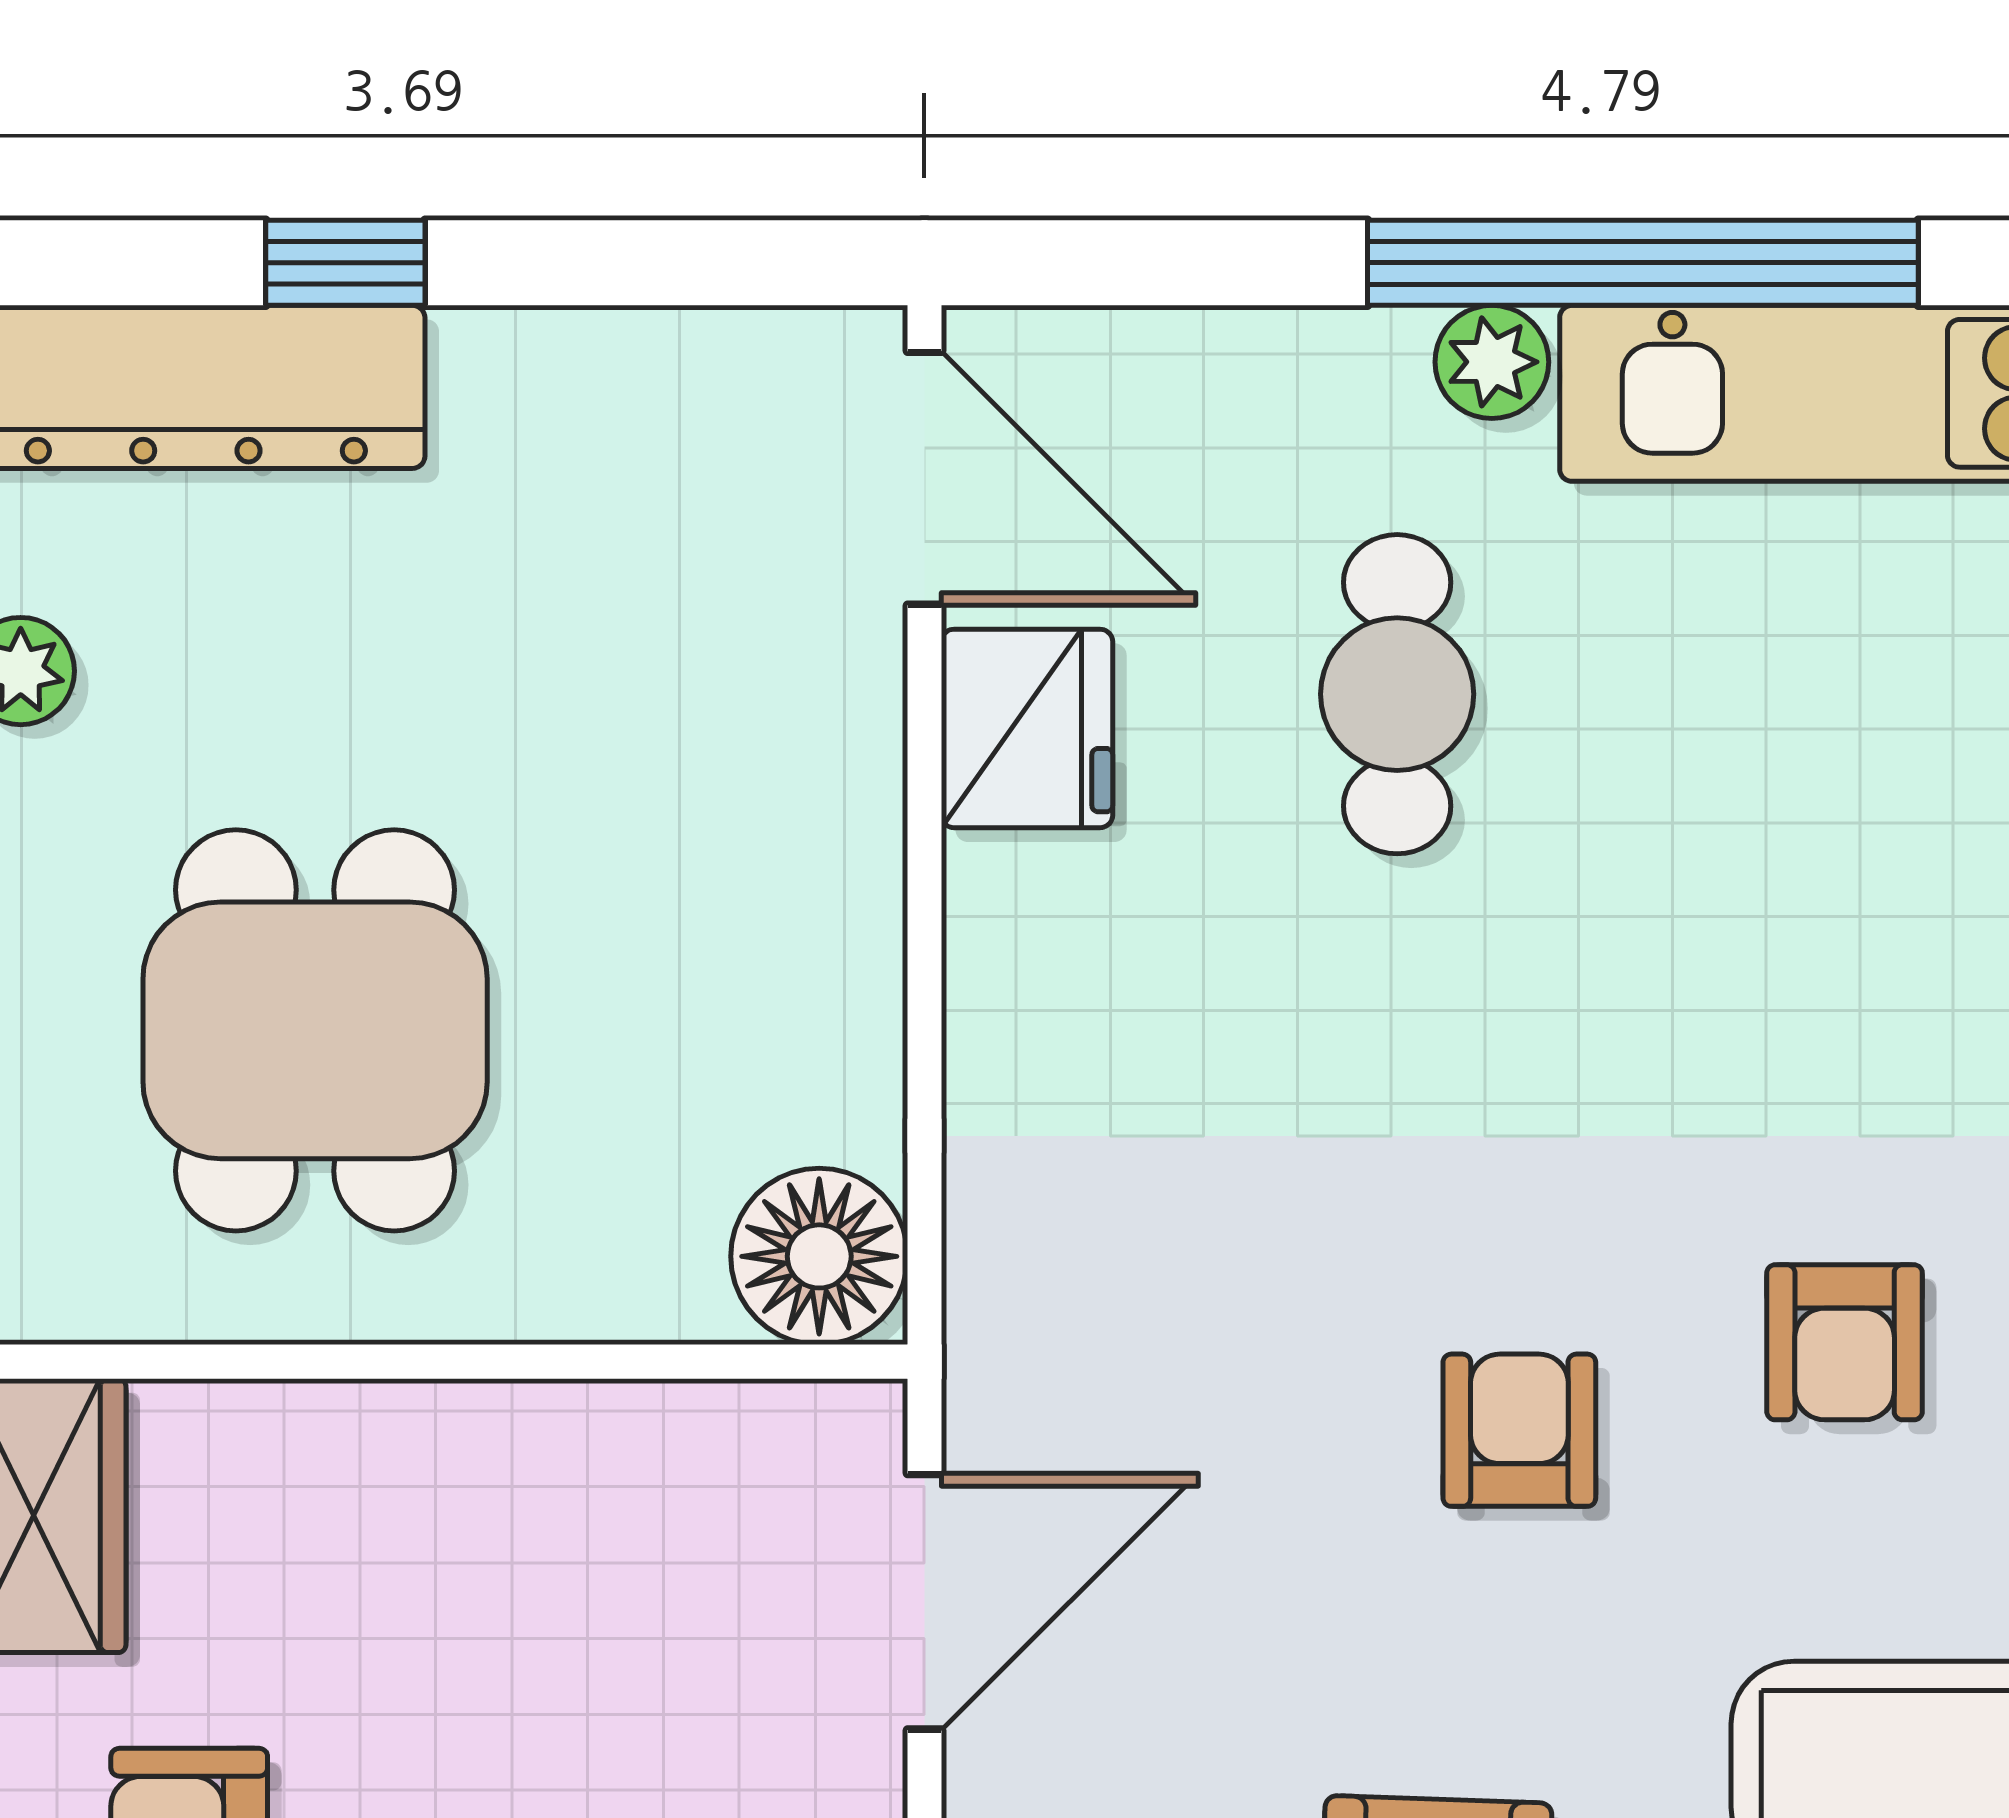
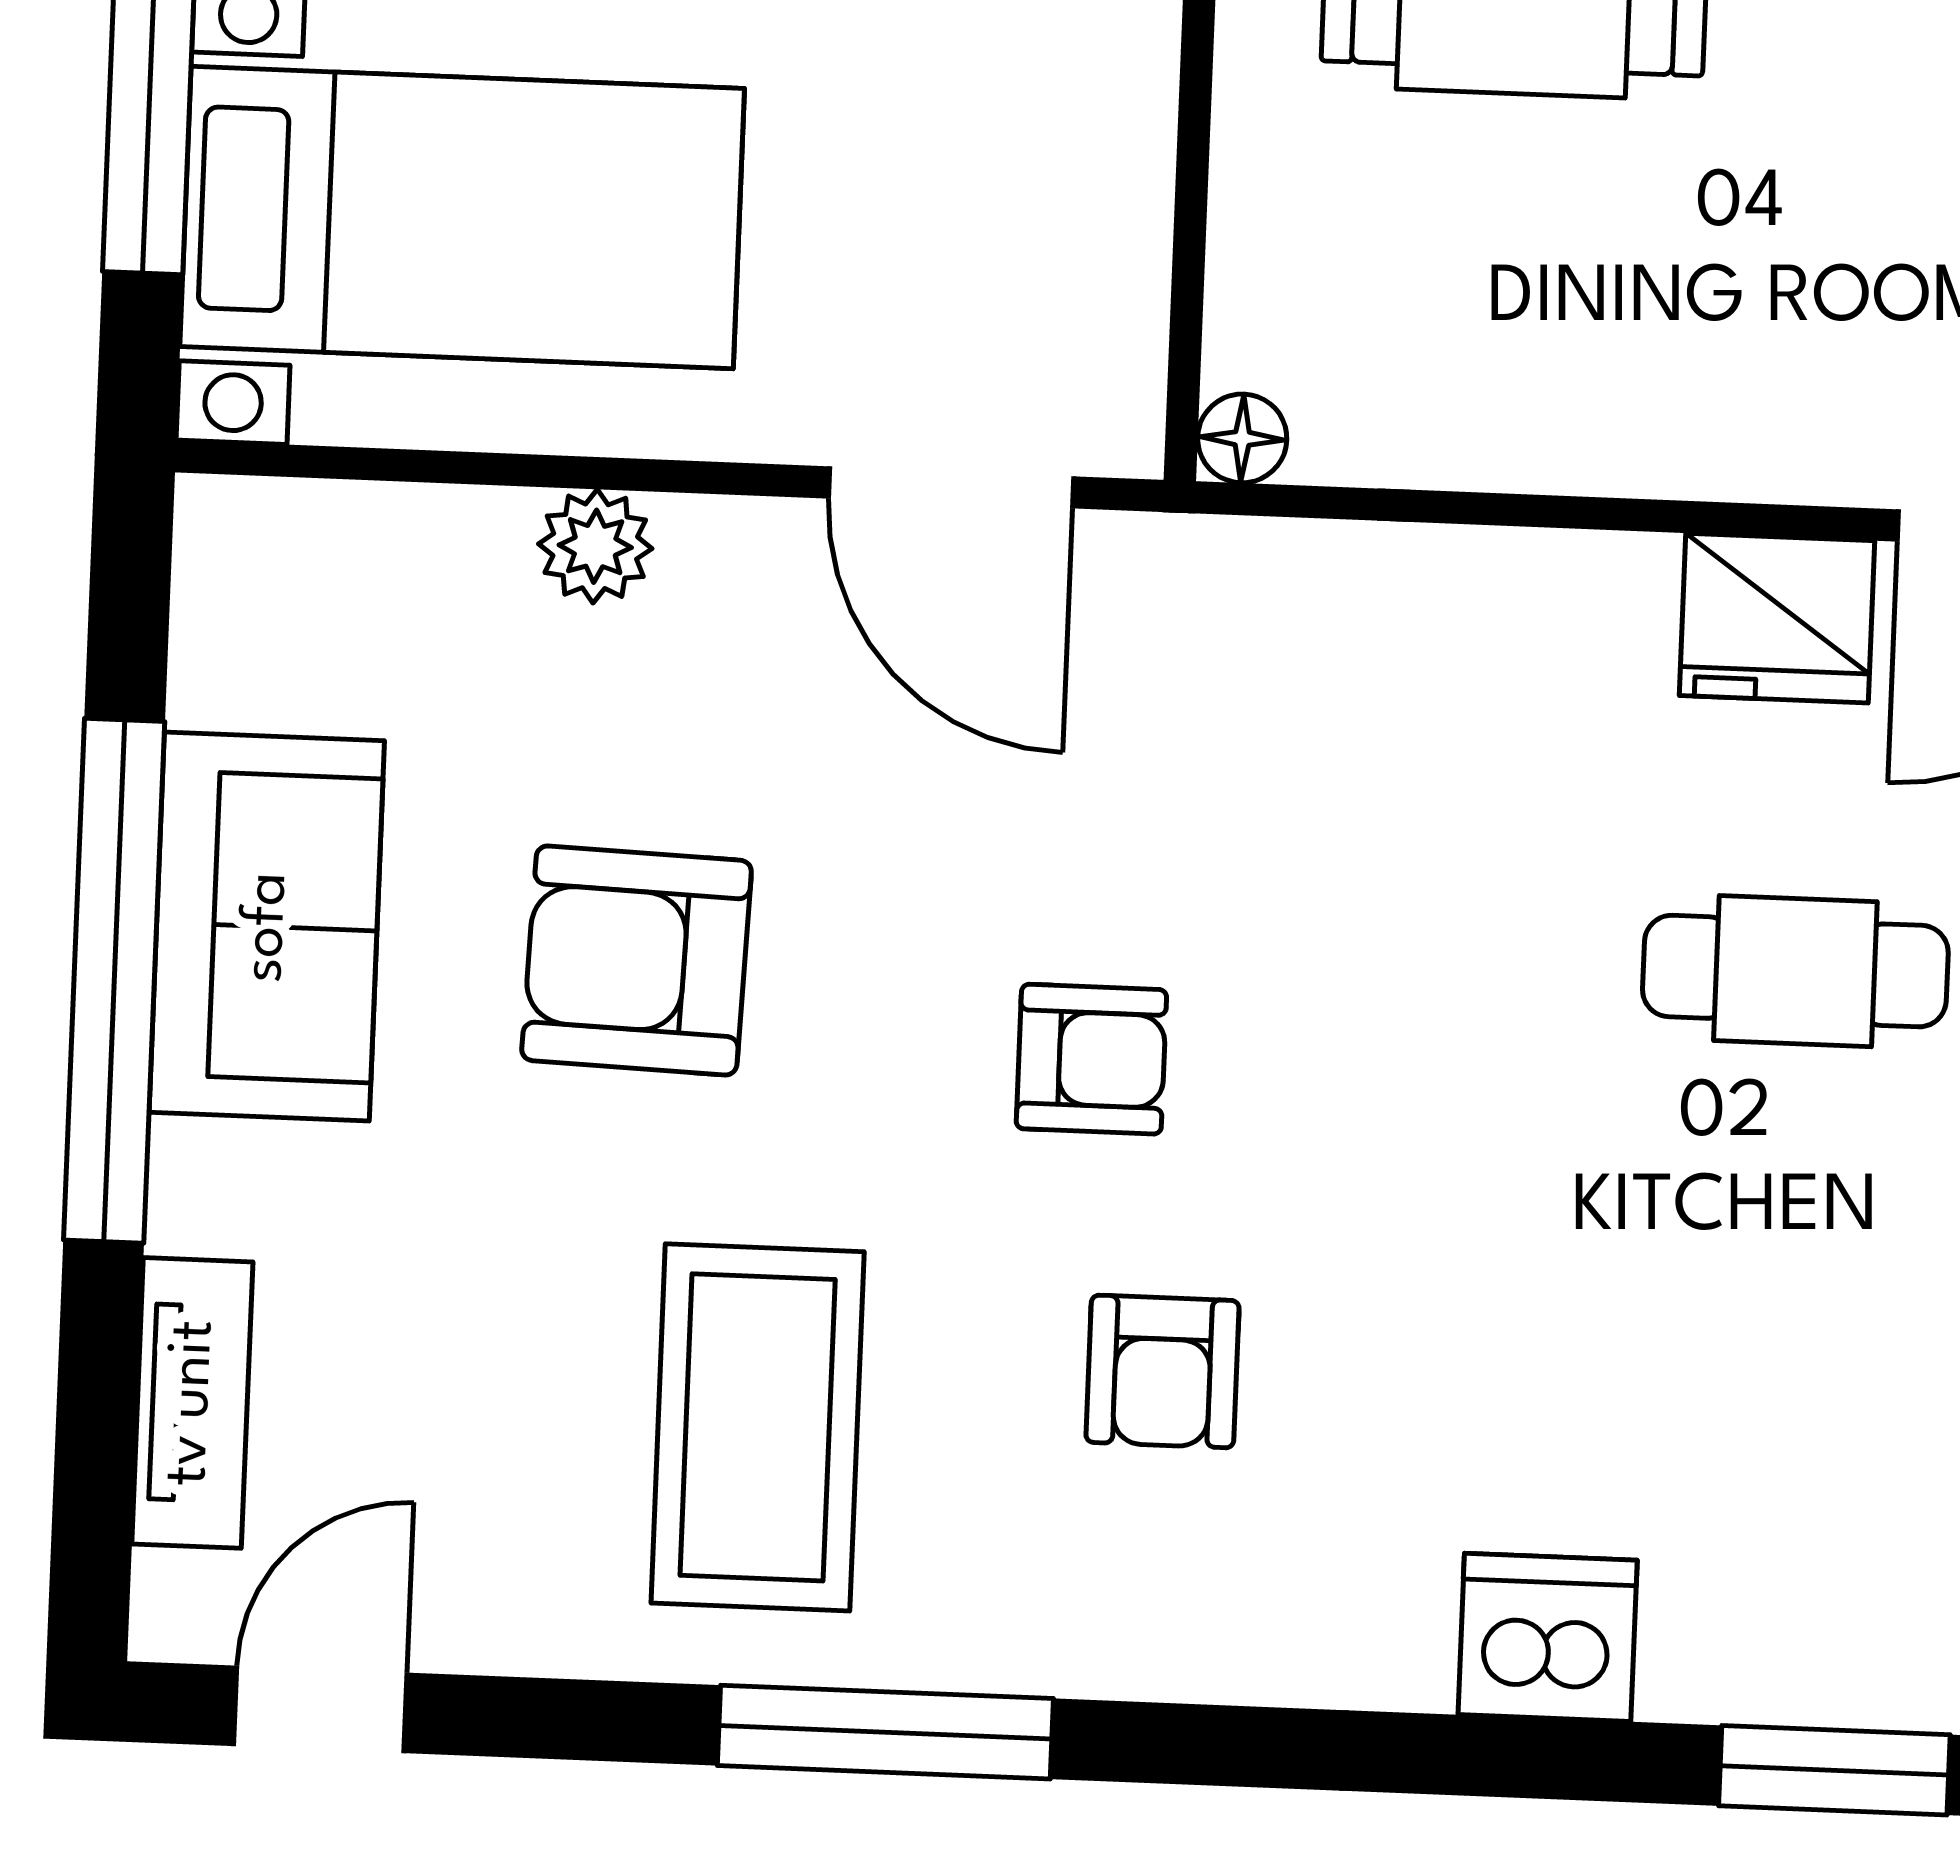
floor lamp: (819, 1256) -> (1242, 438), width x0.53, depth x0.53
armchair: (1845, 1342) -> (1163, 1371), turned -90

